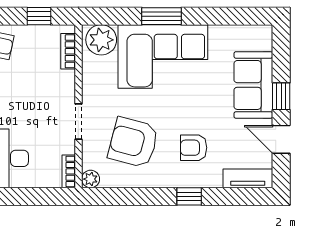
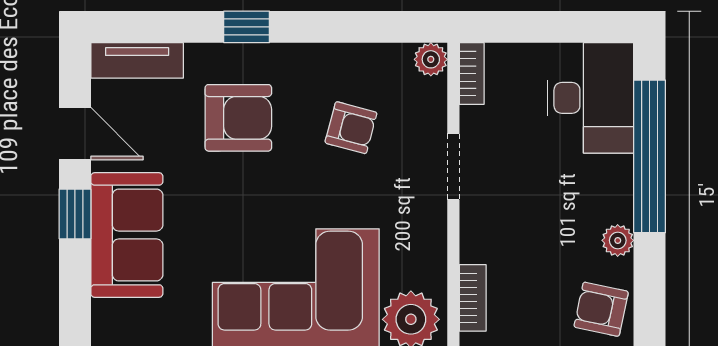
armchair: (133, 142) -> (351, 128), width x0.53, depth x0.53
armchair: (194, 148) -> (238, 118), width x1.38, depth x1.38

